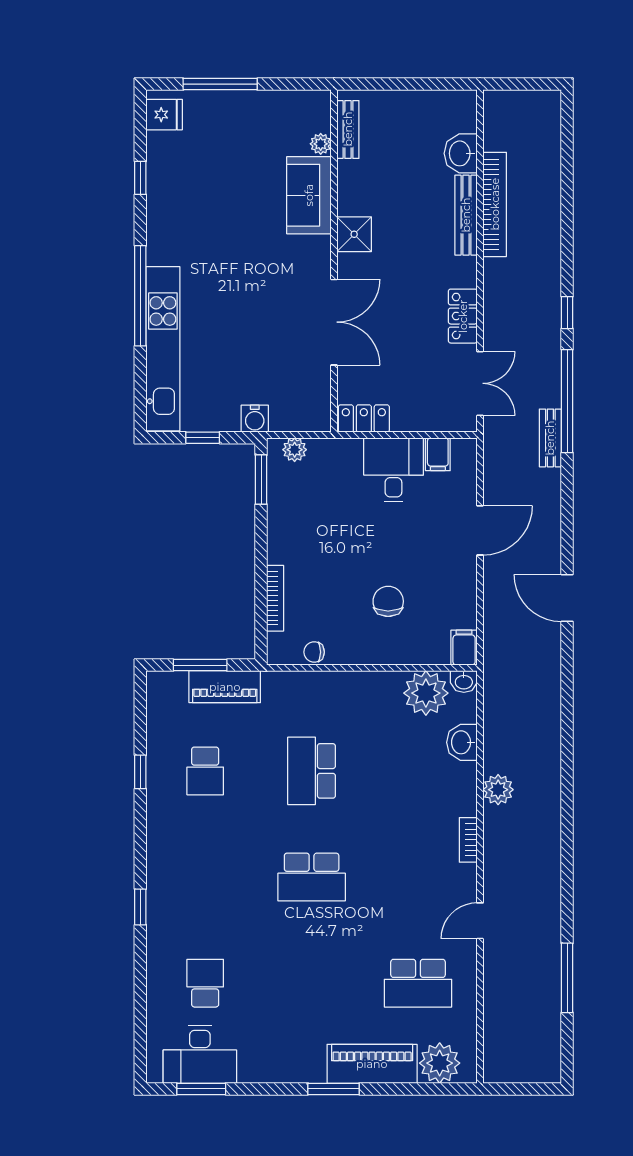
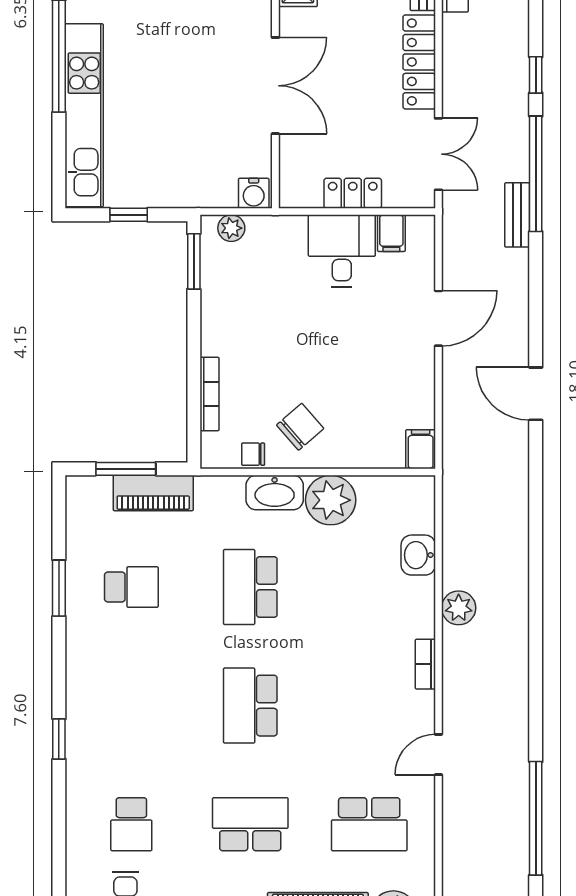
locker: (463, 316) -> (419, 62), width x1.53
water cooler: (255, 419) -> (254, 193), moved
locker: (364, 419) -> (353, 193), moved
chair: (388, 601) -> (300, 427), moved, turned 49
washbasin: (464, 682) -> (275, 493), moved, width x1.91, depth x1.45
plant: (426, 693) -> (331, 500), moved
school desk: (205, 771) -> (131, 587), turned -90
window: (140, 772) -> (59, 588), width x1.50
school desk: (312, 877) -> (250, 706), turned 90
window: (567, 978) -> (536, 818), width x1.46
school desk: (205, 983) -> (131, 824), turned 180
school desk: (312, 983) -> (250, 824), added

